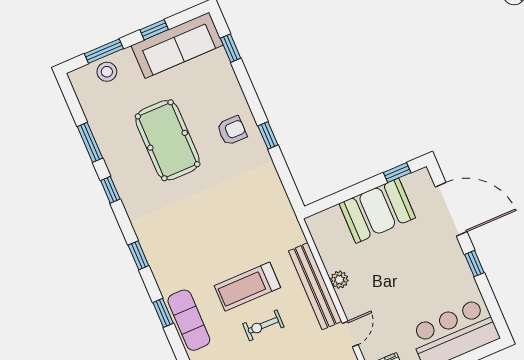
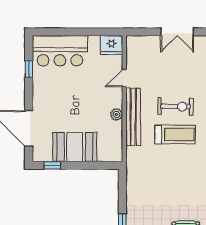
window: (474, 264) -> (29, 69), moved
exercise bike: (263, 325) -> (176, 106), width x1.38, depth x1.39

